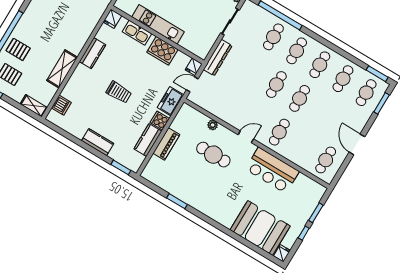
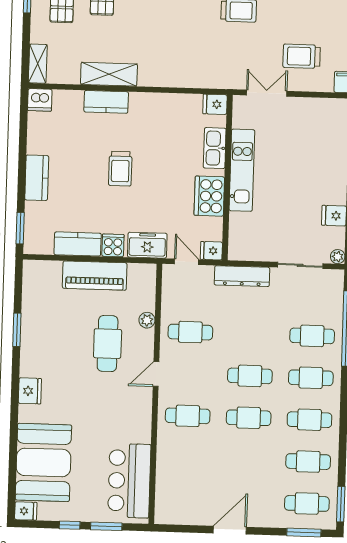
kitchen counter: (92, 53) -> (106, 102), moved
dishwasher: (61, 105) -> (40, 100), moved
door: (246, 137) -> (156, 374), swing flipped
piano: (166, 144) -> (95, 276), width x1.37, depth x1.33
cafe table: (326, 160) -> (190, 332), moved
bar counter: (272, 170) -> (129, 481), moved
fridge: (216, 213) -> (30, 391), added

